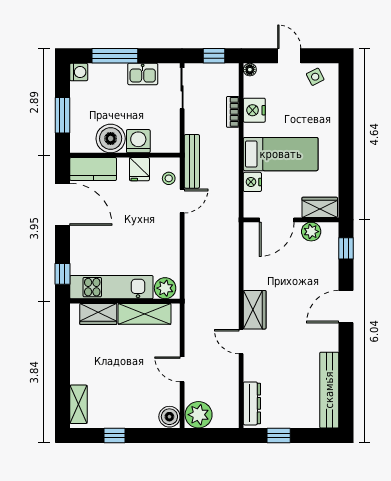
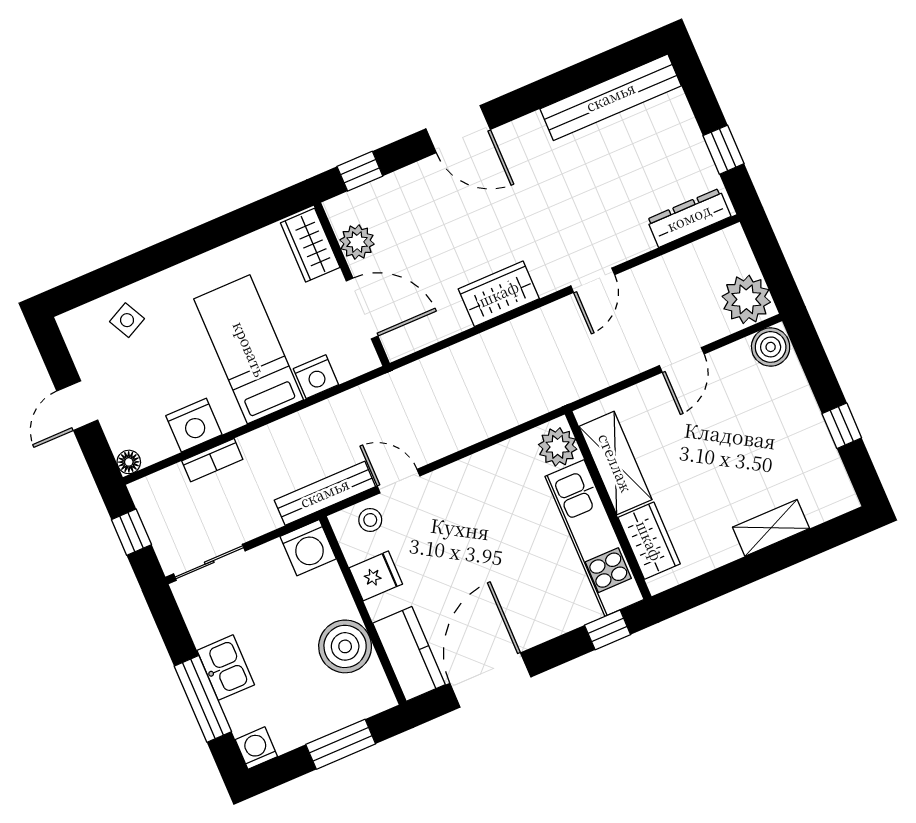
kitchen sink: (143, 74) -> (226, 668), moved
side table: (315, 77) -> (127, 320), moved
washing machine: (138, 141) -> (308, 548), moved, turned -90
wardrobe: (255, 310) -> (499, 294), moved
shelving: (78, 404) -> (771, 528), moved

